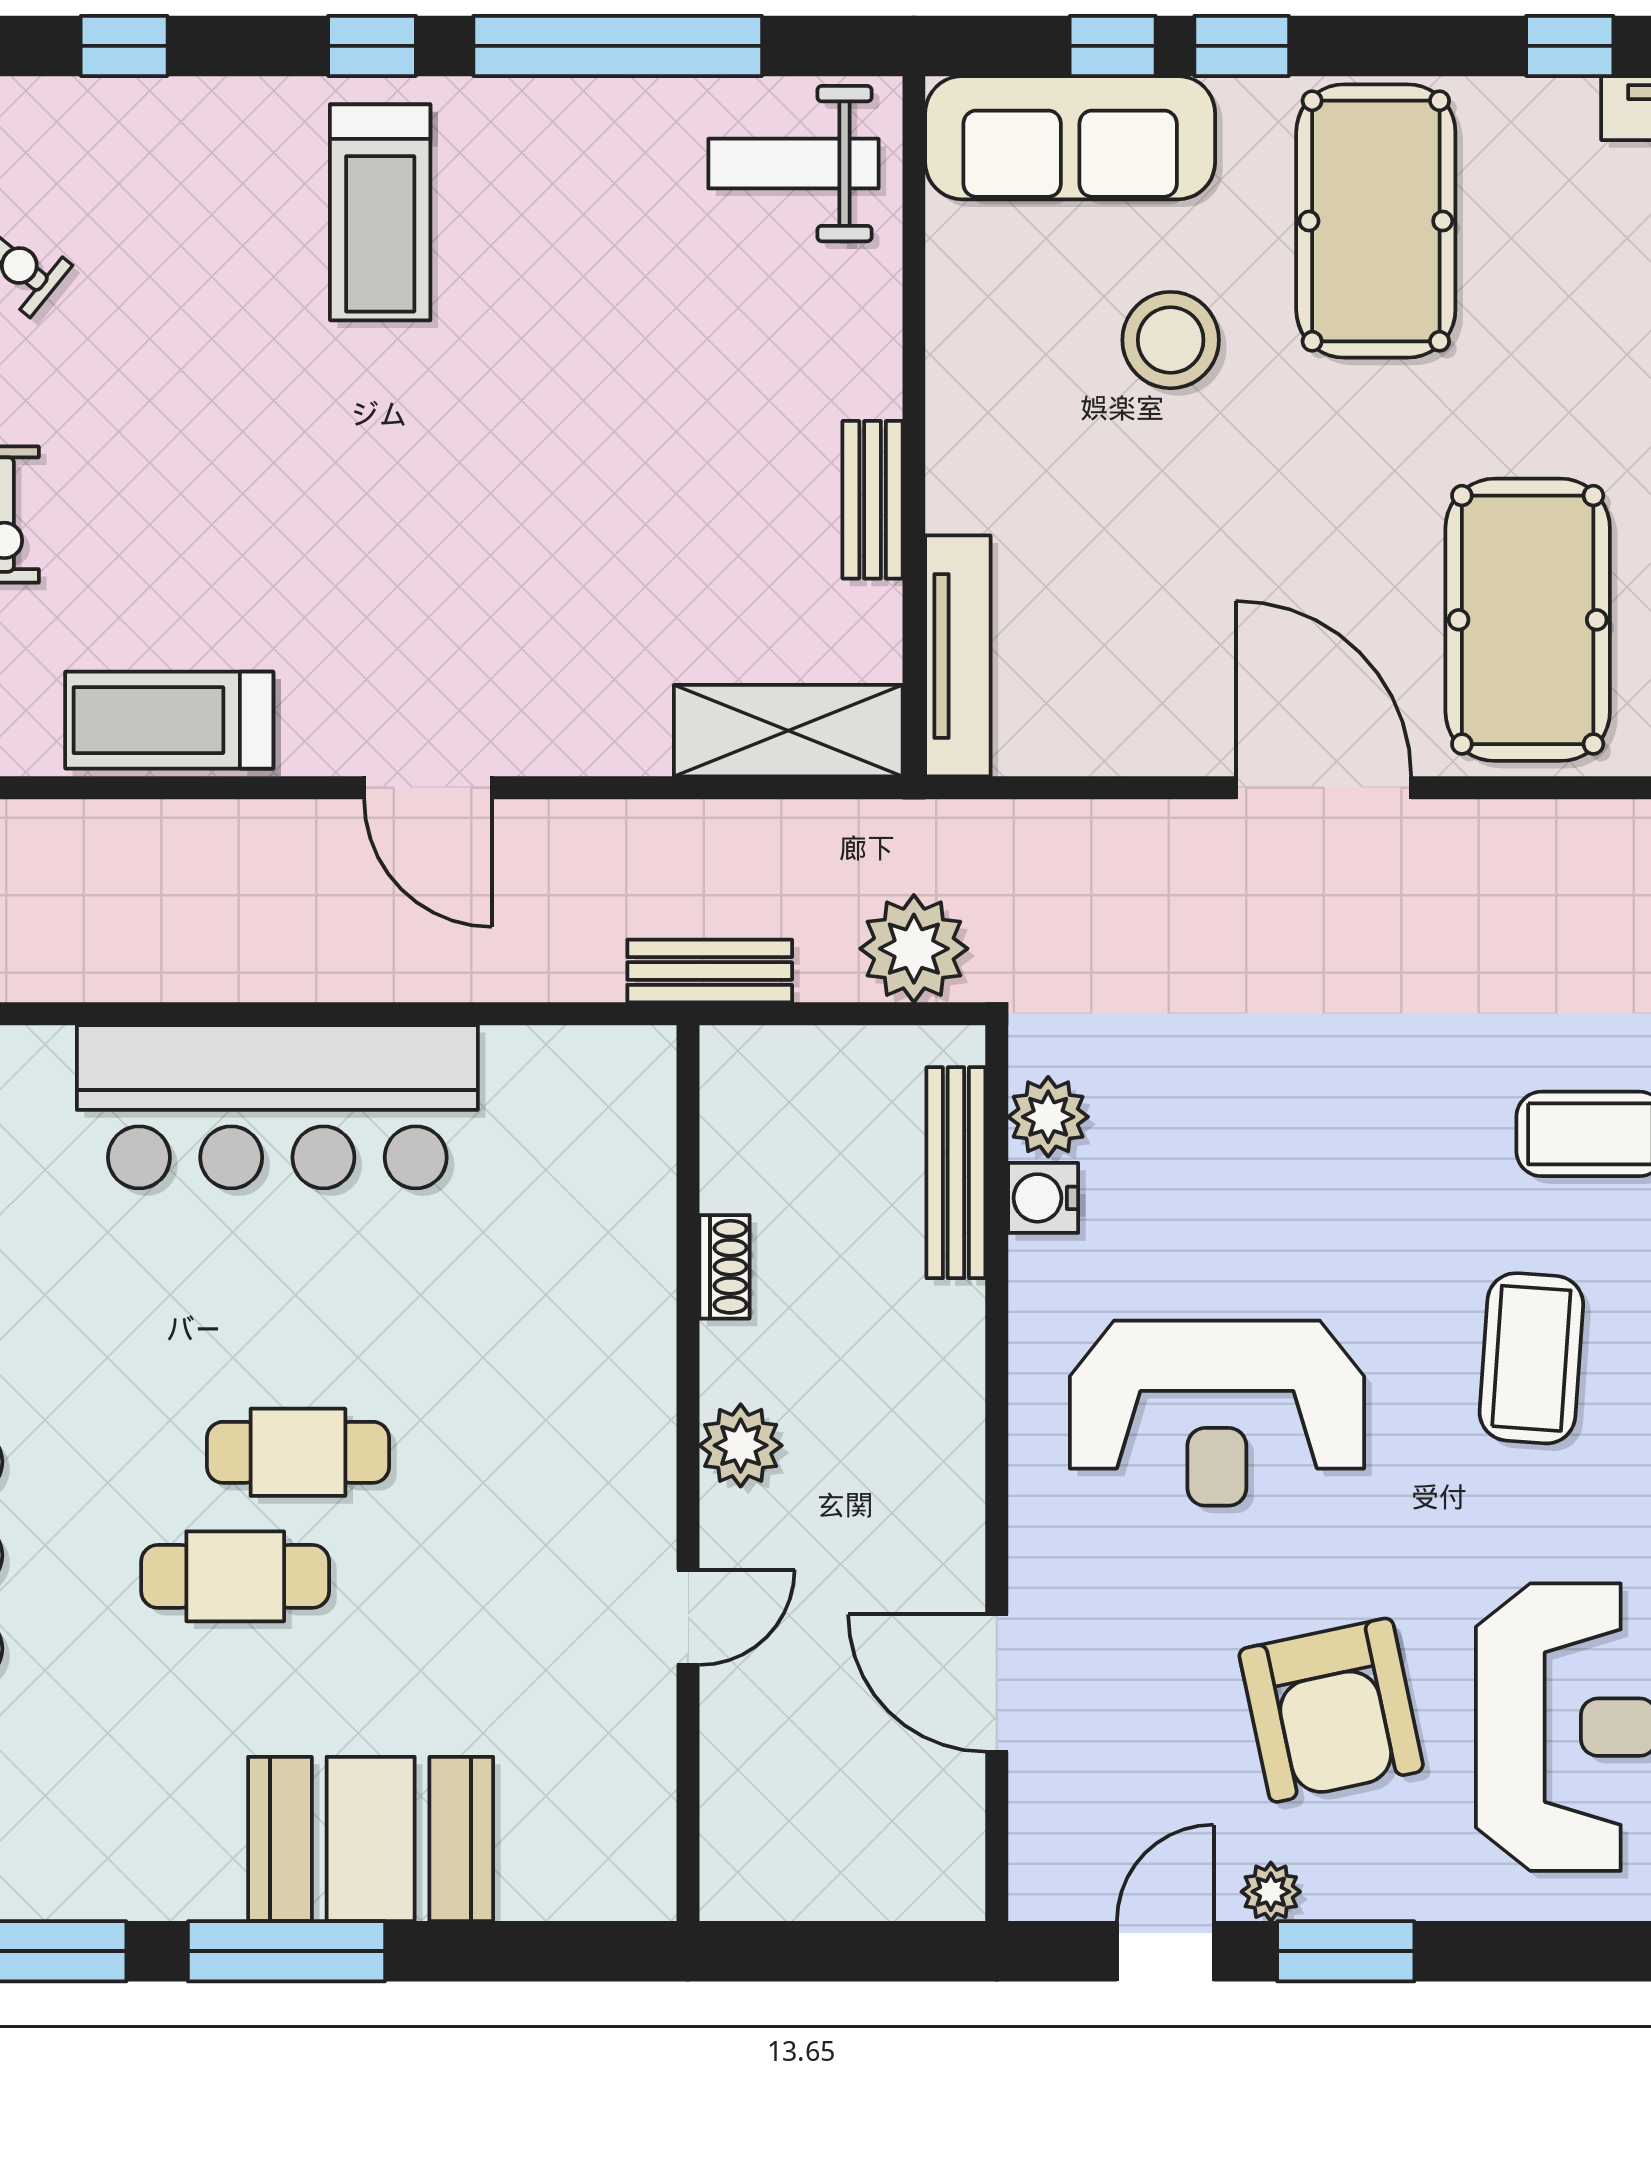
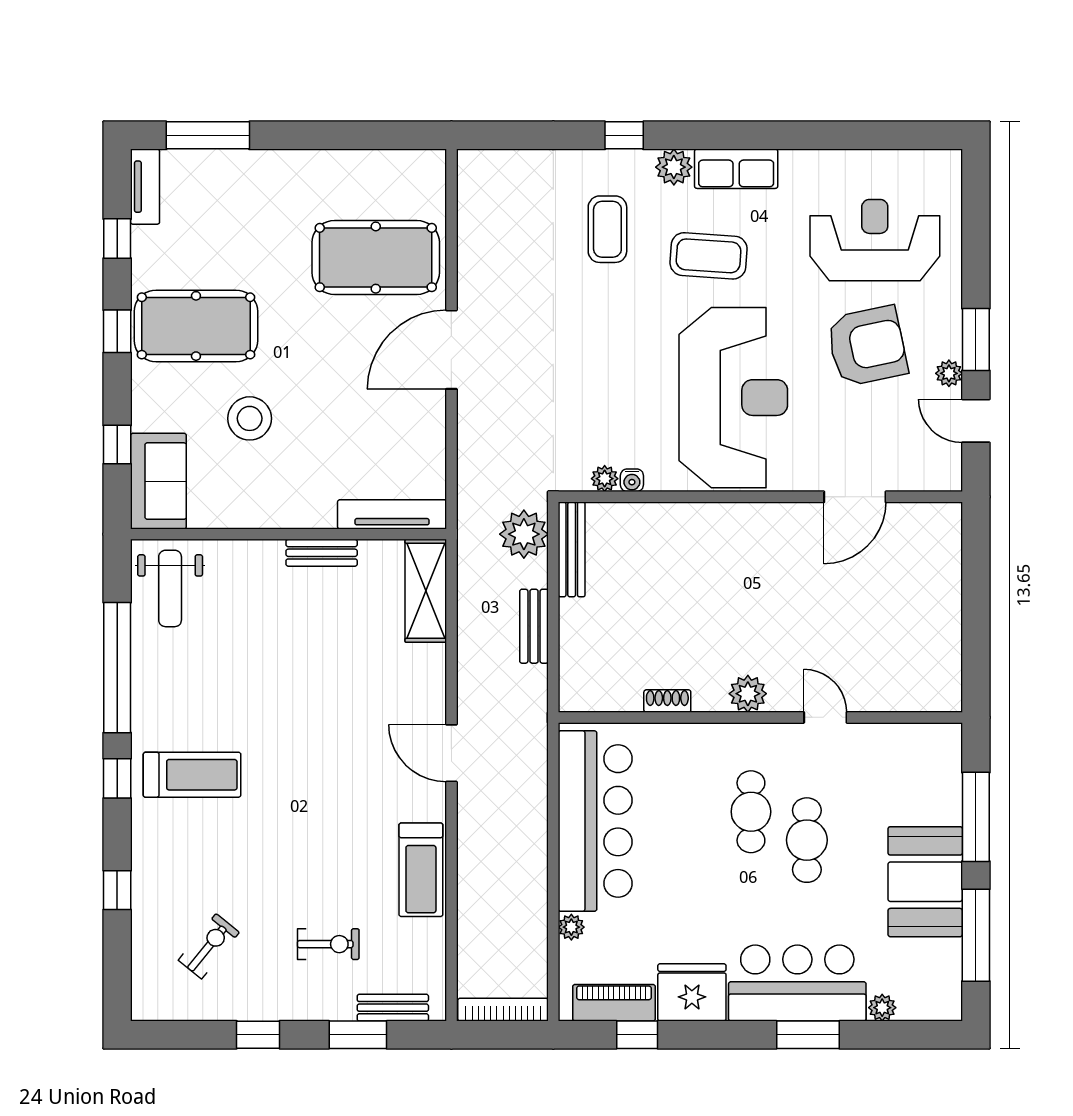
window: (1242, 46) -> (117, 331), moved
sofa: (1070, 138) -> (158, 481), width x0.73
door: (428, 788) -> (451, 753), swing flipped
plant: (42, 1054) -> (571, 927), added
plant: (1048, 1117) -> (605, 479), width x0.73, depth x0.73
bench: (956, 1173) -> (572, 549), moved, turned 90
water cooler: (1043, 1198) -> (632, 480), width x0.72, depth x0.72
shoe rack: (724, 1267) -> (667, 701), moved
reception desk: (1217, 1413) -> (733, 398), width x1.36, depth x1.30
plant: (741, 1445) -> (748, 694), moved
wall: (688, 1473) -> (760, 717), moved
door: (688, 1617) -> (825, 717), moved
booth: (371, 1839) -> (925, 882), moved

